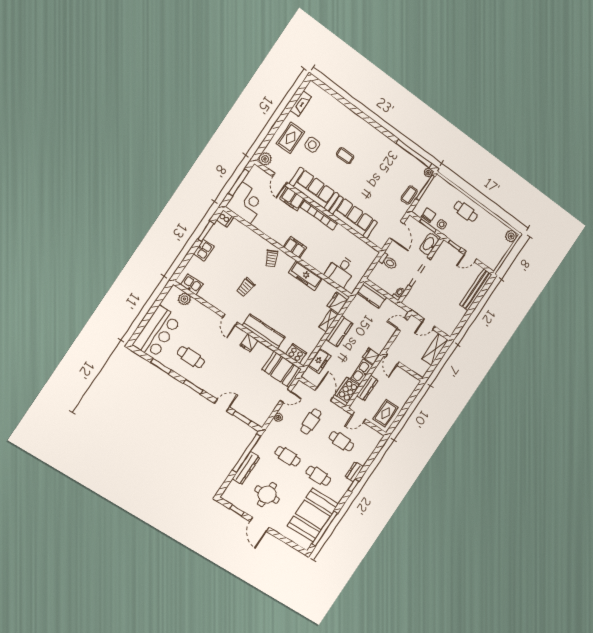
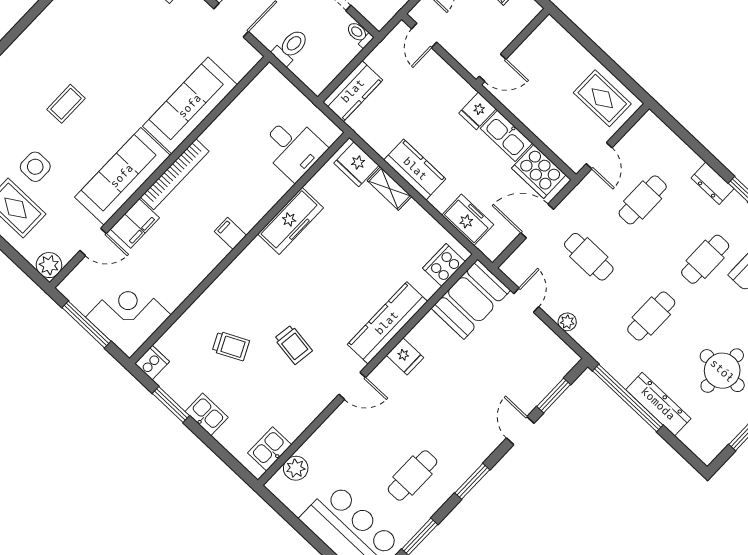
filing cabinet: (295, 247) -> (230, 233), width x0.50
trolley: (271, 258) -> (231, 346), moved
dresser: (367, 388) -> (542, 129), removed

